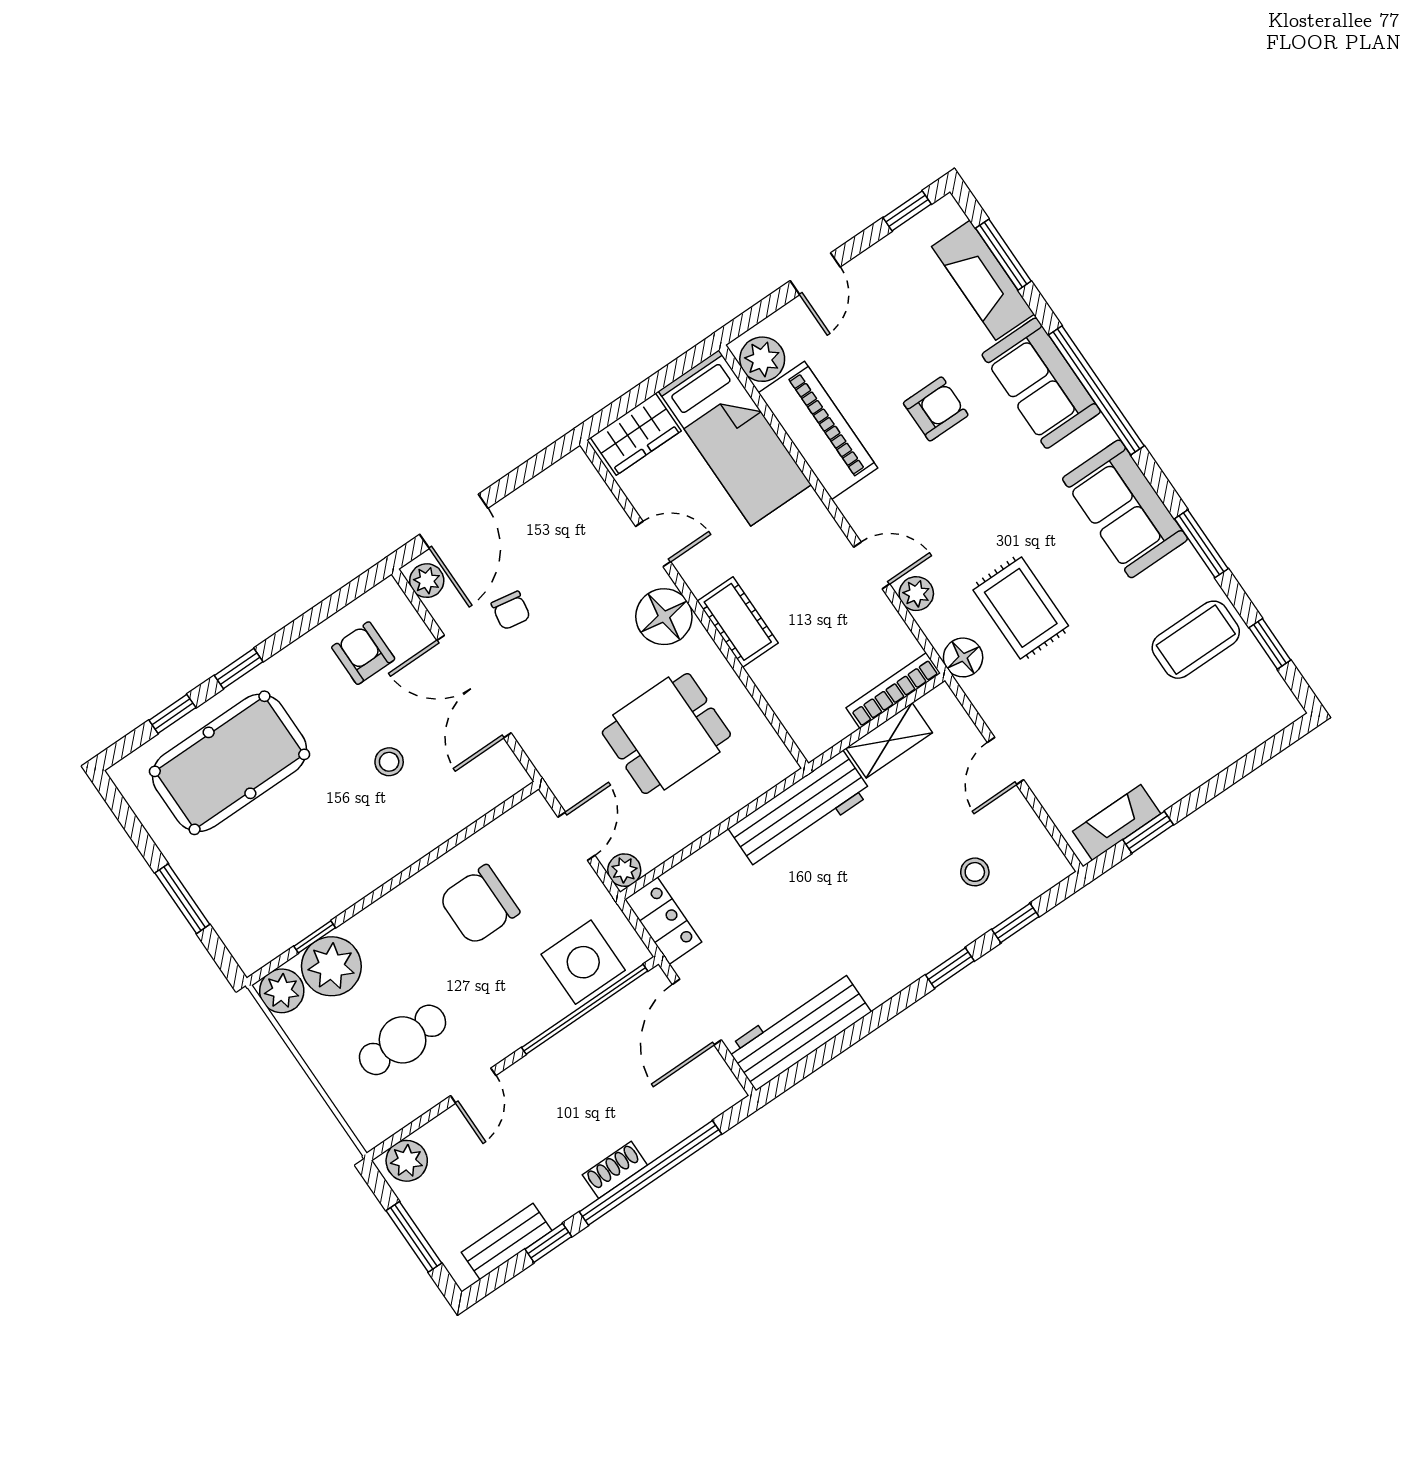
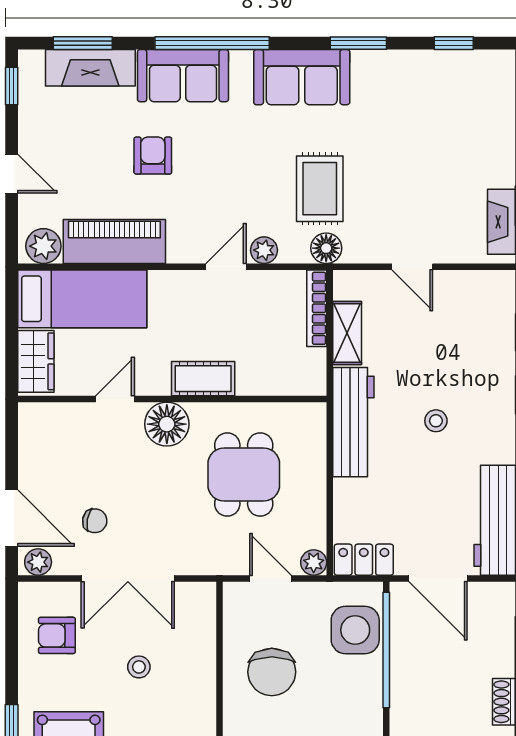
rug: (1021, 608) -> (320, 189), turned 90
coffee table: (1196, 640) -> (418, 89), removed
stool: (975, 872) -> (436, 421), moved

